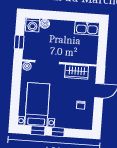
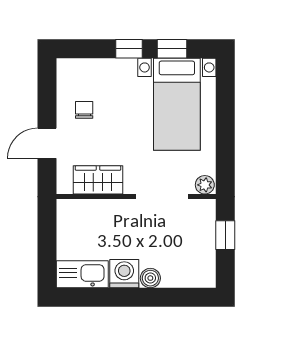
boiler: (45, 24) -> (150, 278), moved
washing machine: (33, 25) -> (124, 274), moved

